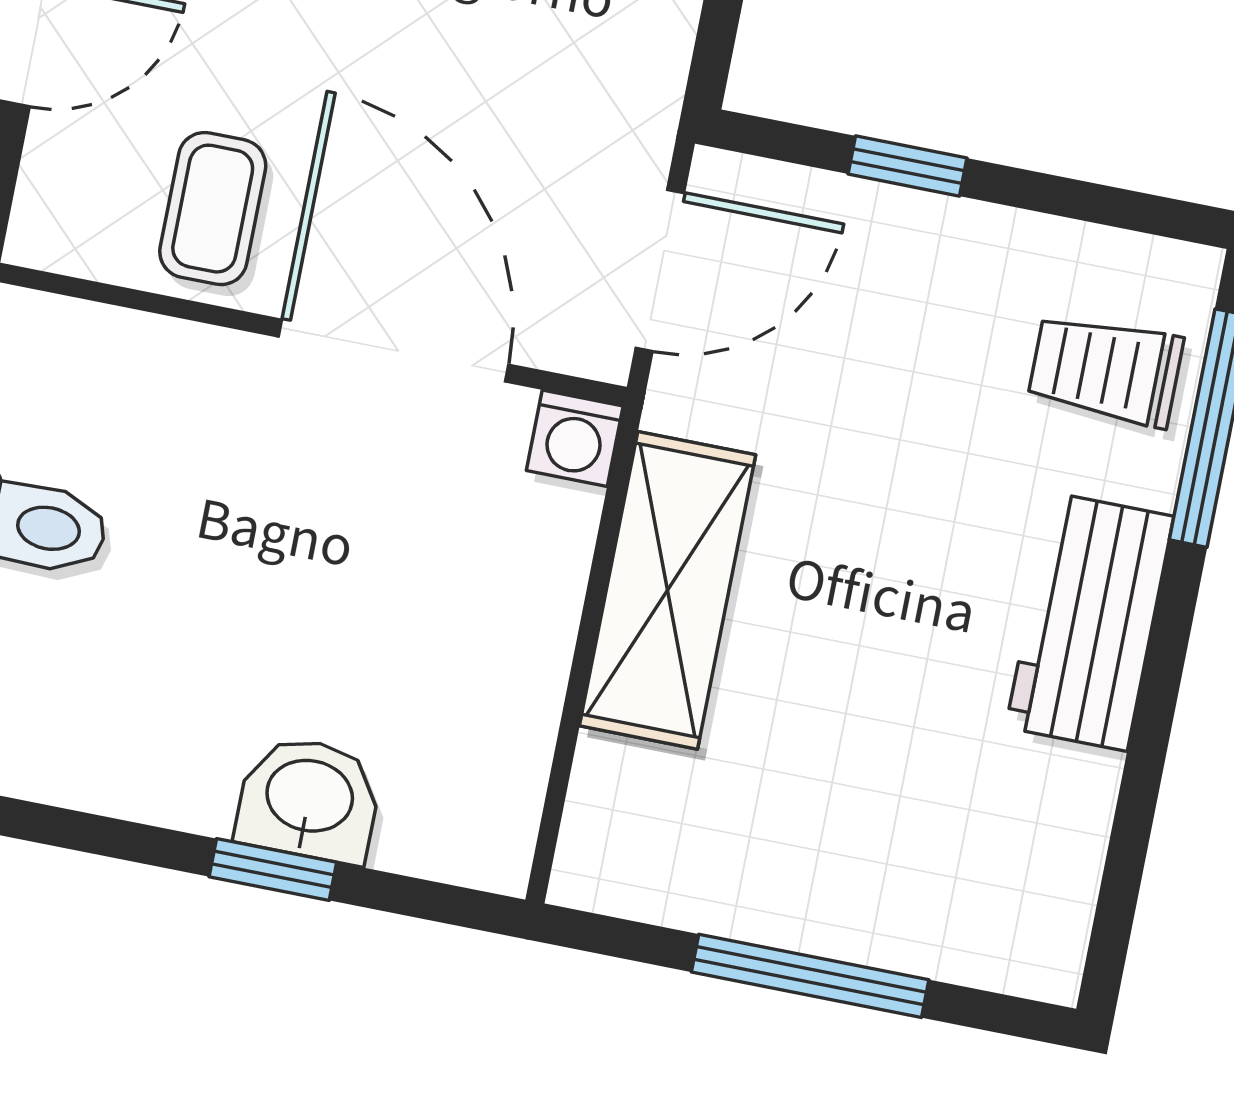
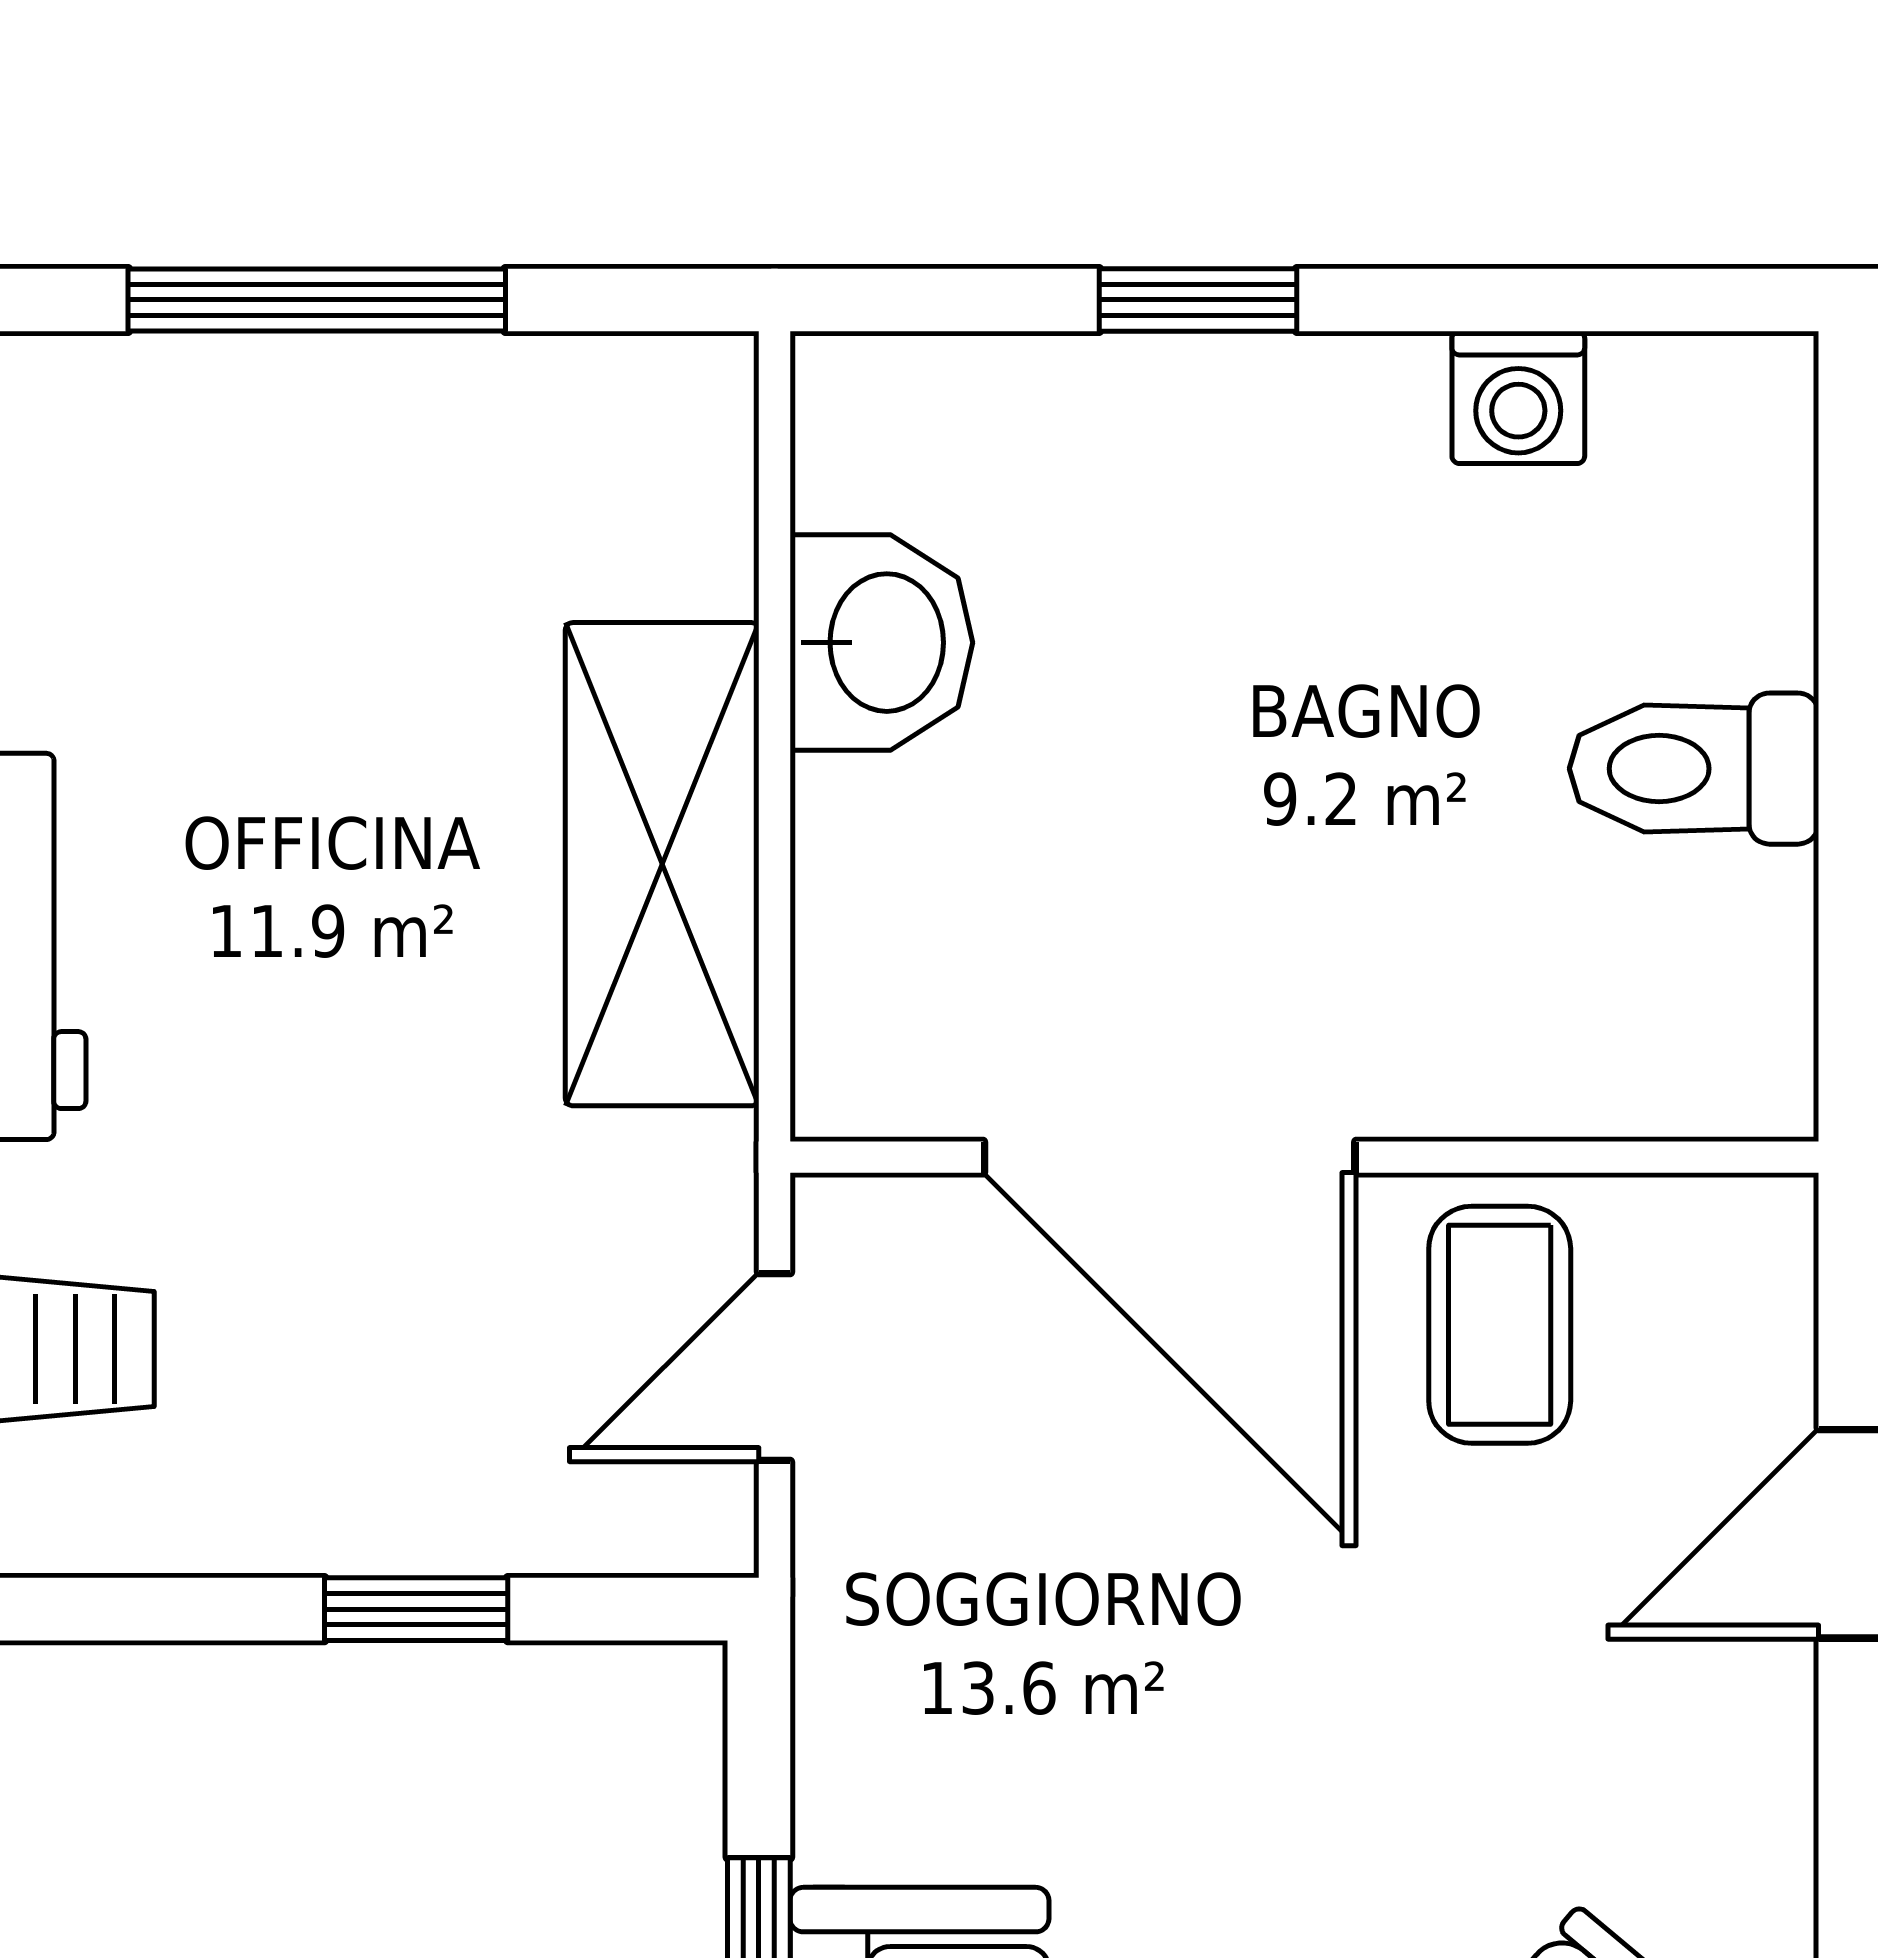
door: (660, 270) -> (774, 1367), width x0.73
washing machine: (575, 438) -> (1518, 397), moved, turned 180
washbasin: (309, 799) -> (881, 643), moved, turned -90

